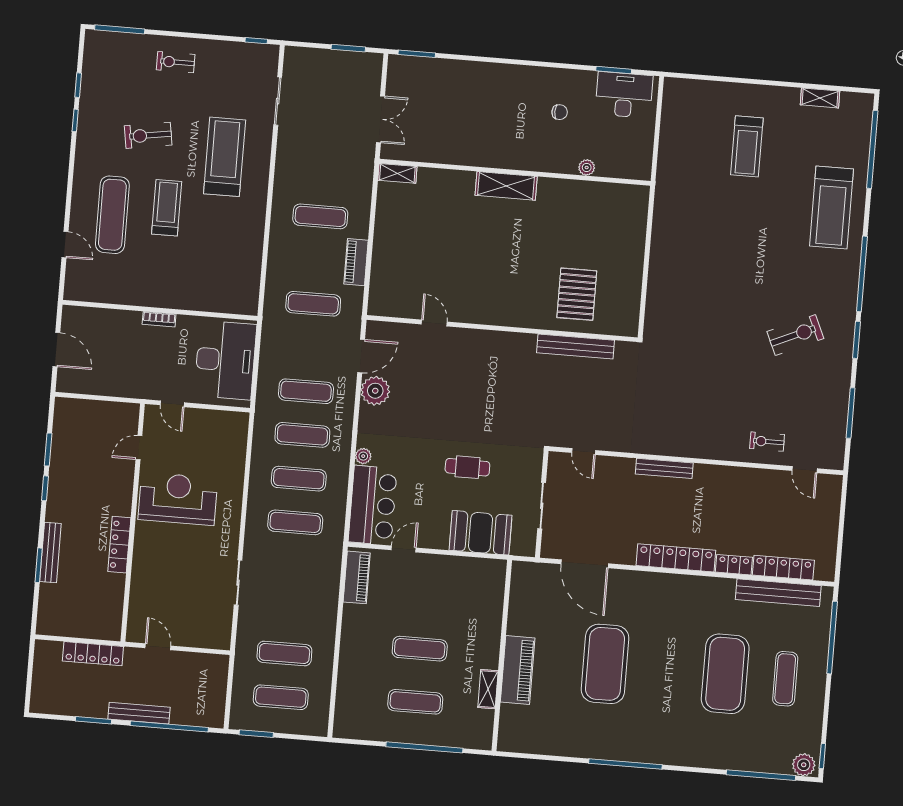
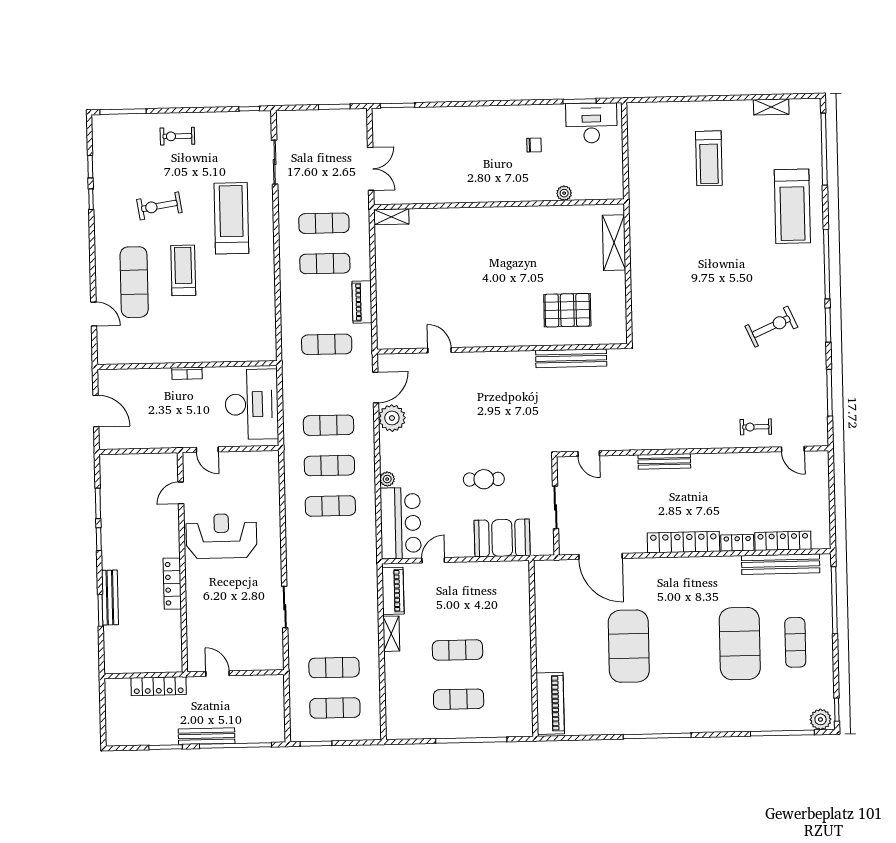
shelving: (506, 186) -> (614, 243), moved, turned 90
pallet: (577, 294) -> (567, 310), turned 90
exercise mat: (295, 522) -> (324, 223), moved
piano: (518, 670) -> (550, 703), moved
shelving: (488, 689) -> (391, 634), moved

